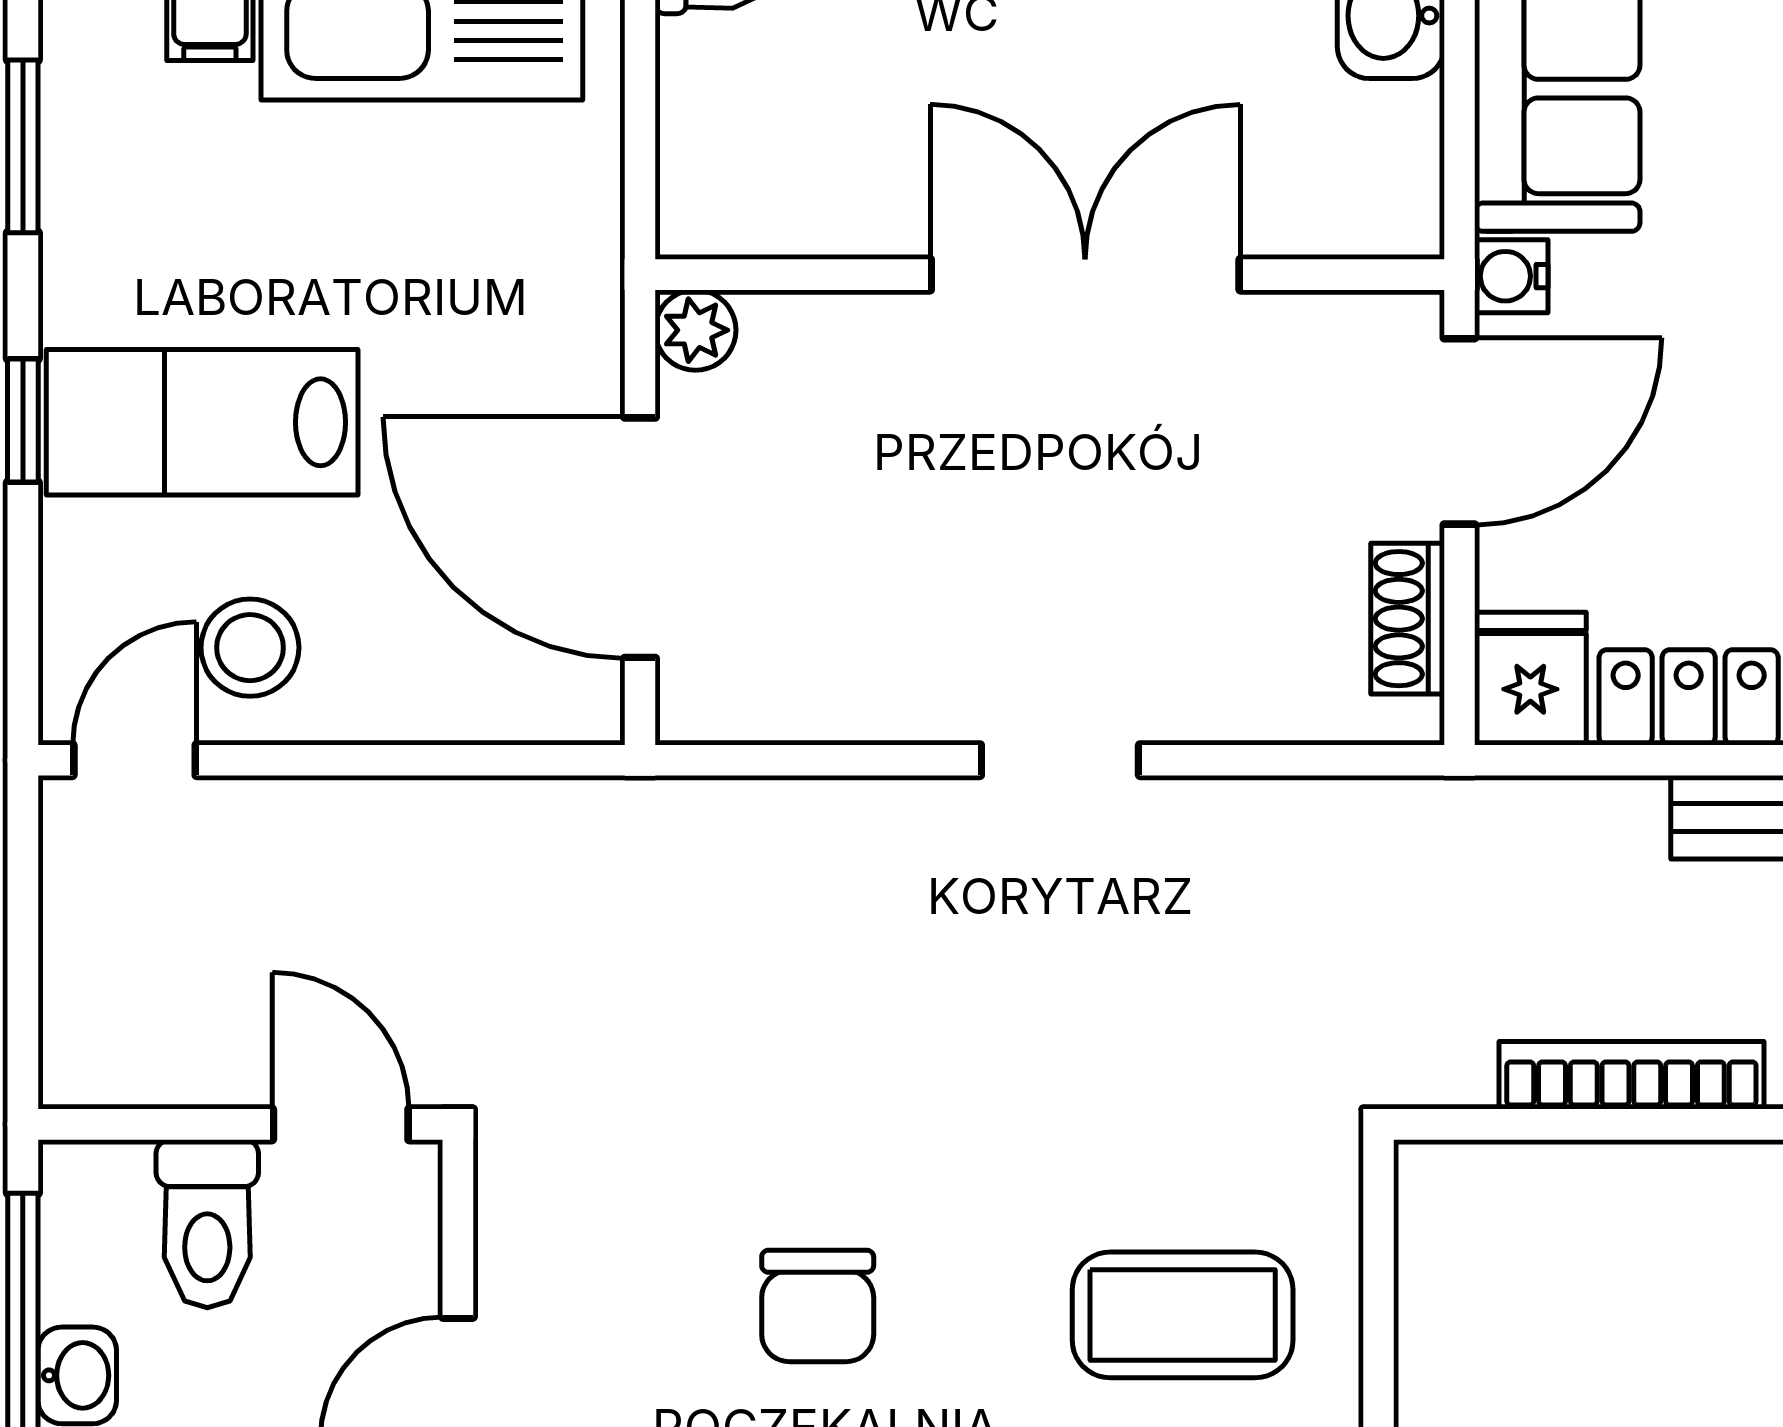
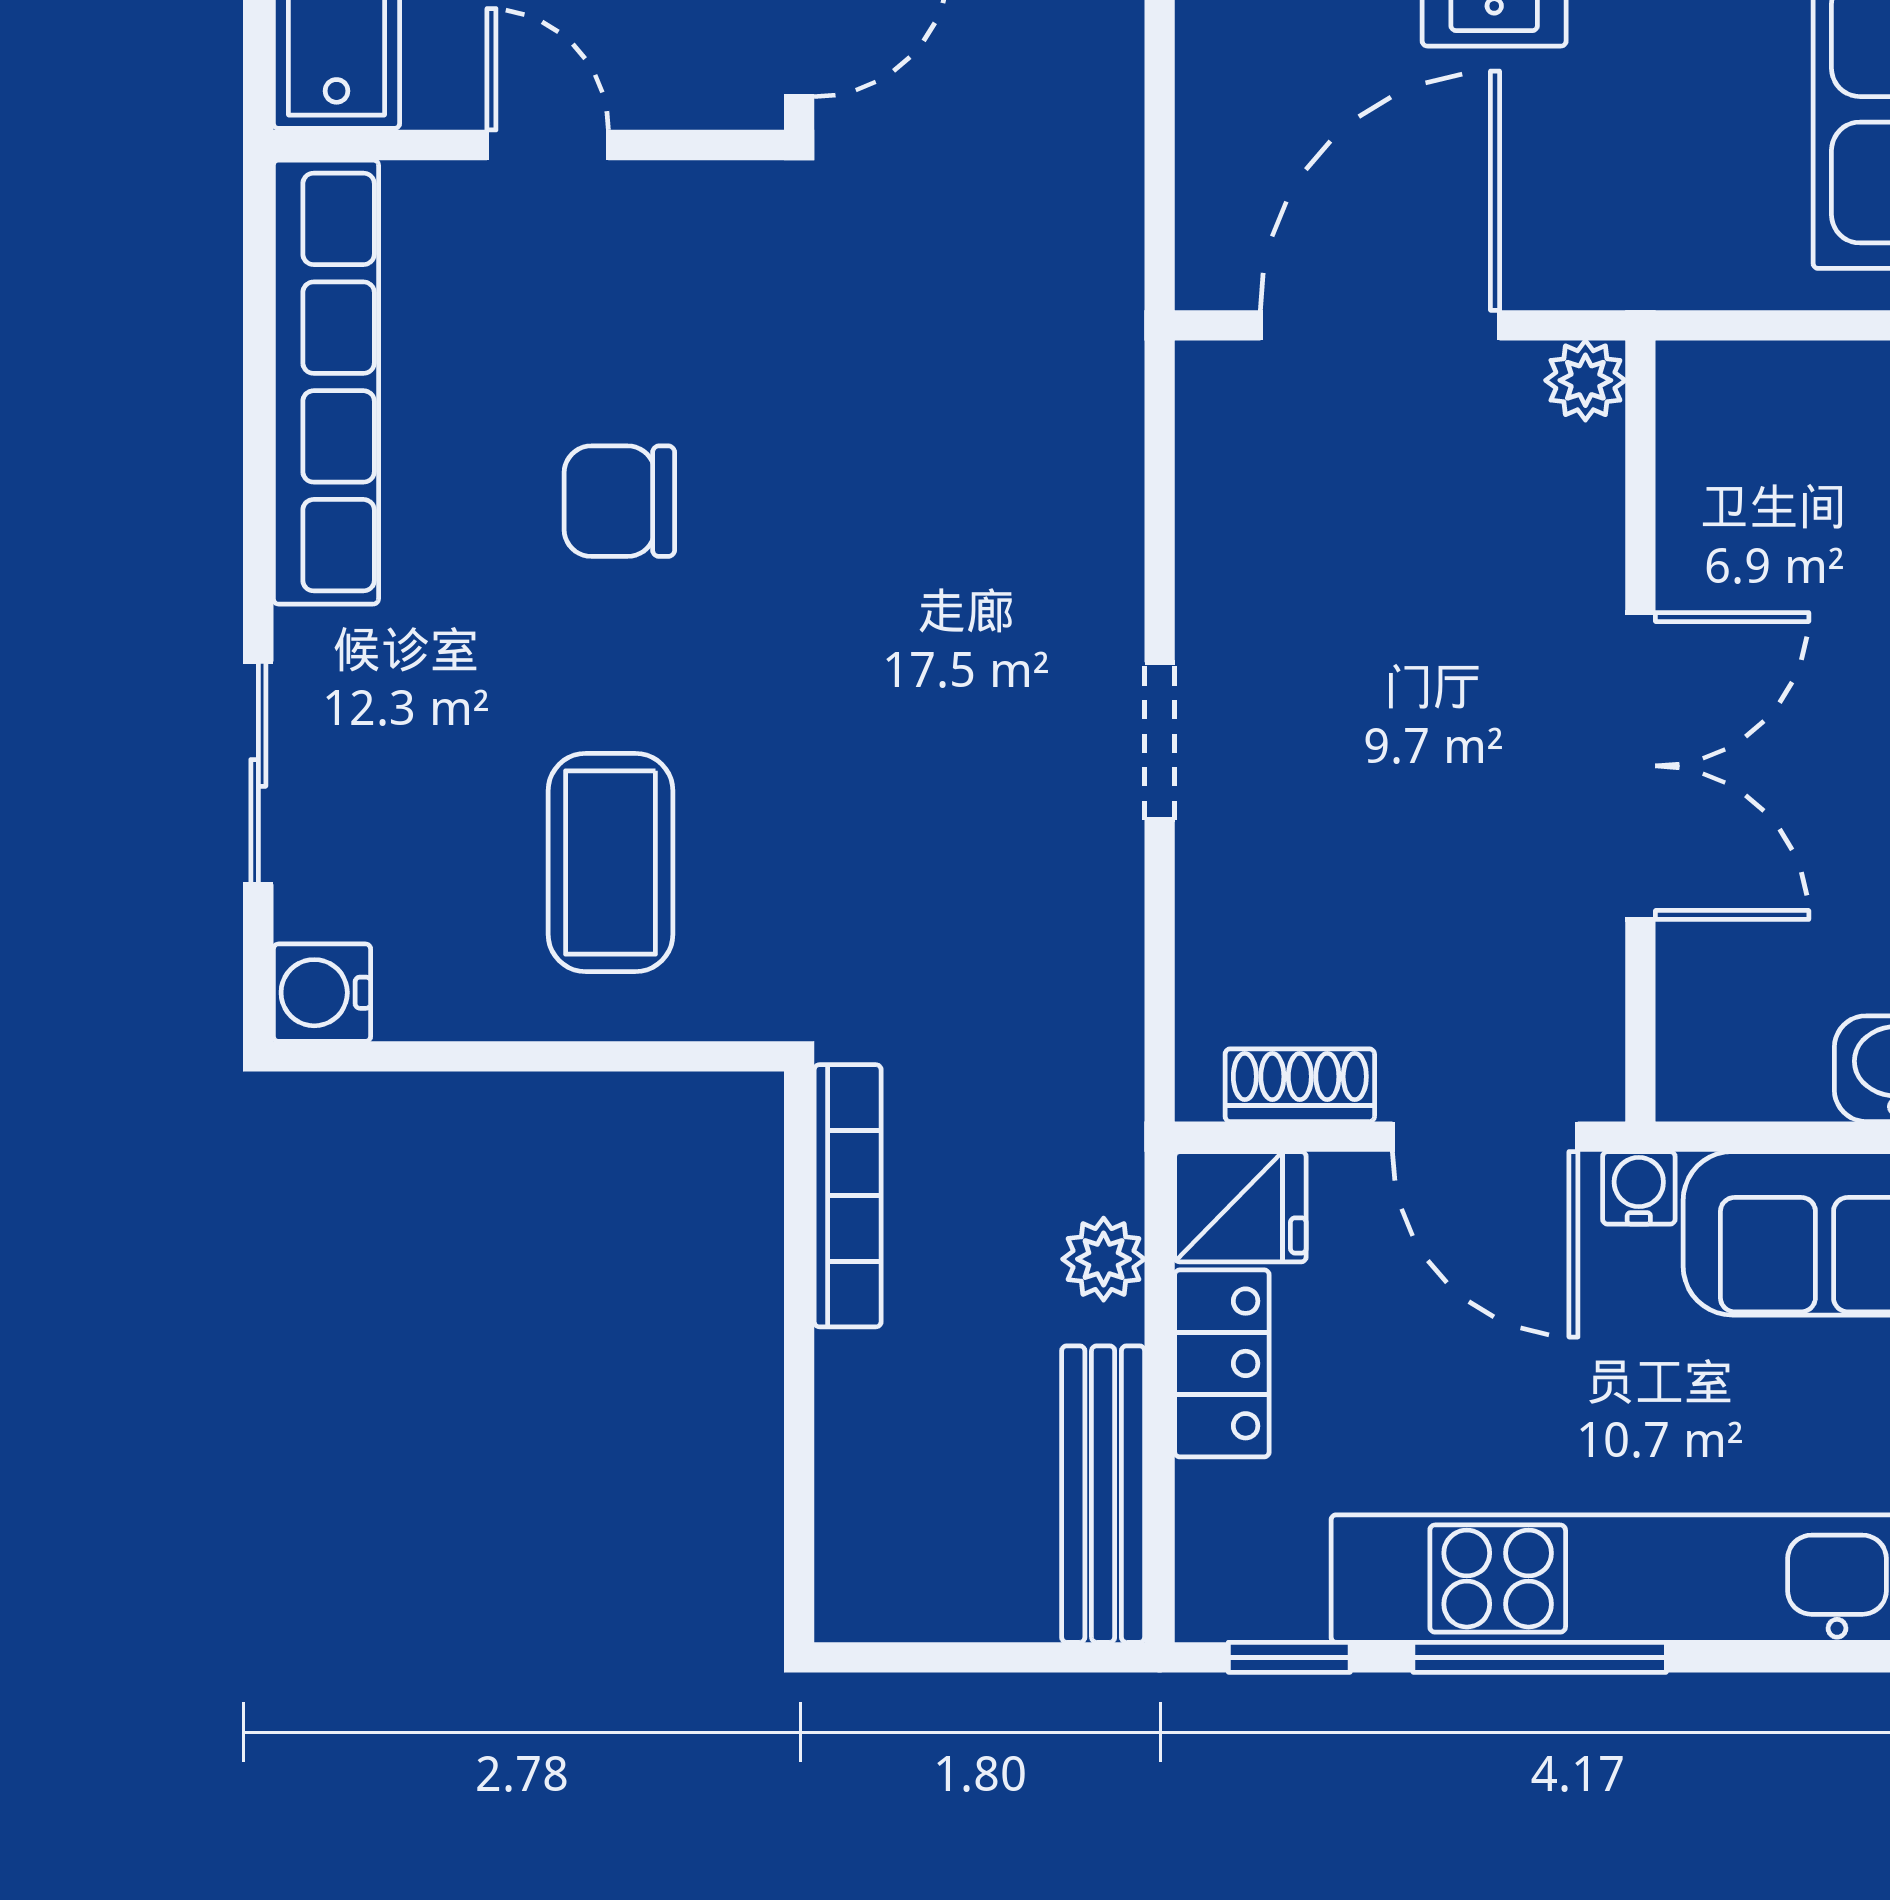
plant: (1583, 817) -> (1104, 1259), added
bookcase: (1631, 1075) -> (848, 1196), moved

